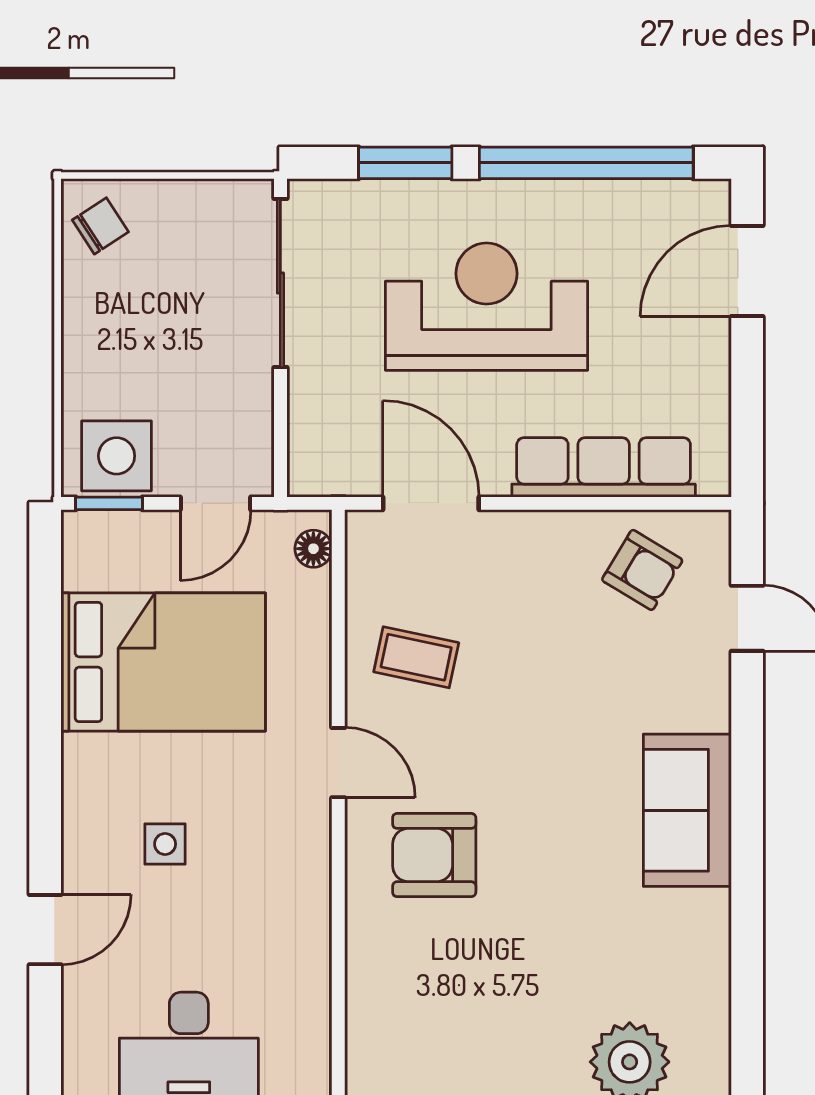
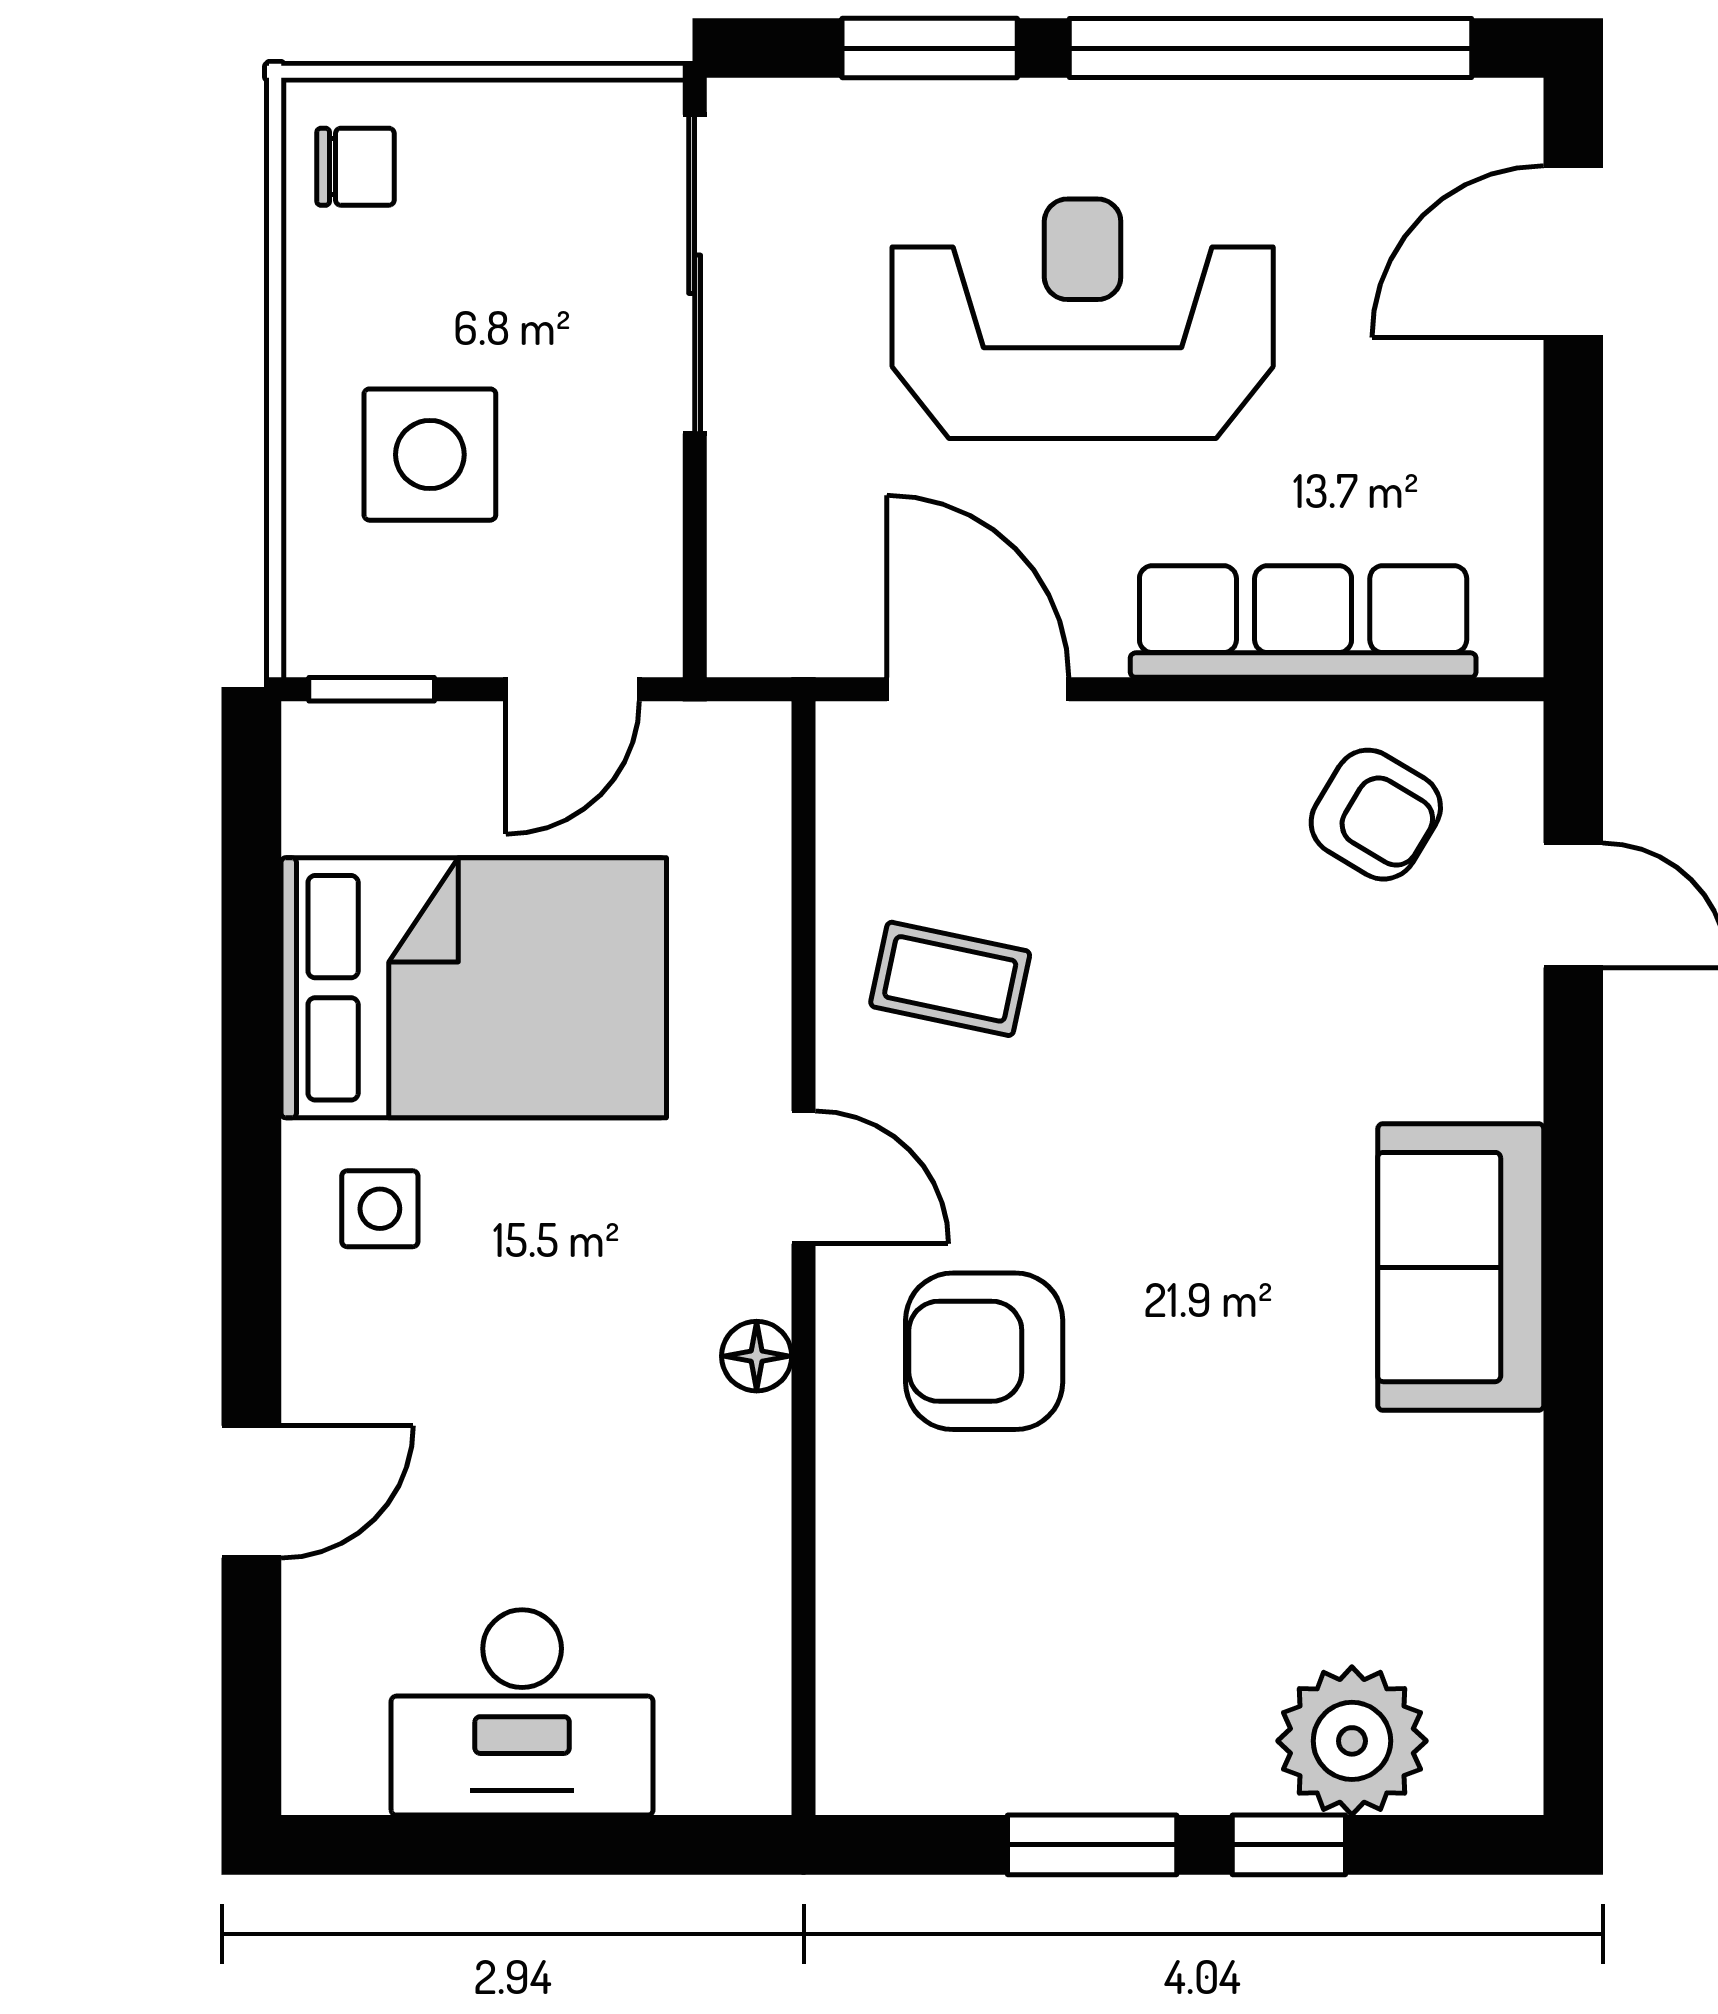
chair: (100, 226) -> (356, 167), turned 33
side table: (117, 456) -> (430, 455), moved
floor lamp: (313, 549) -> (757, 1356), moved
side table: (165, 844) -> (380, 1209), moved

